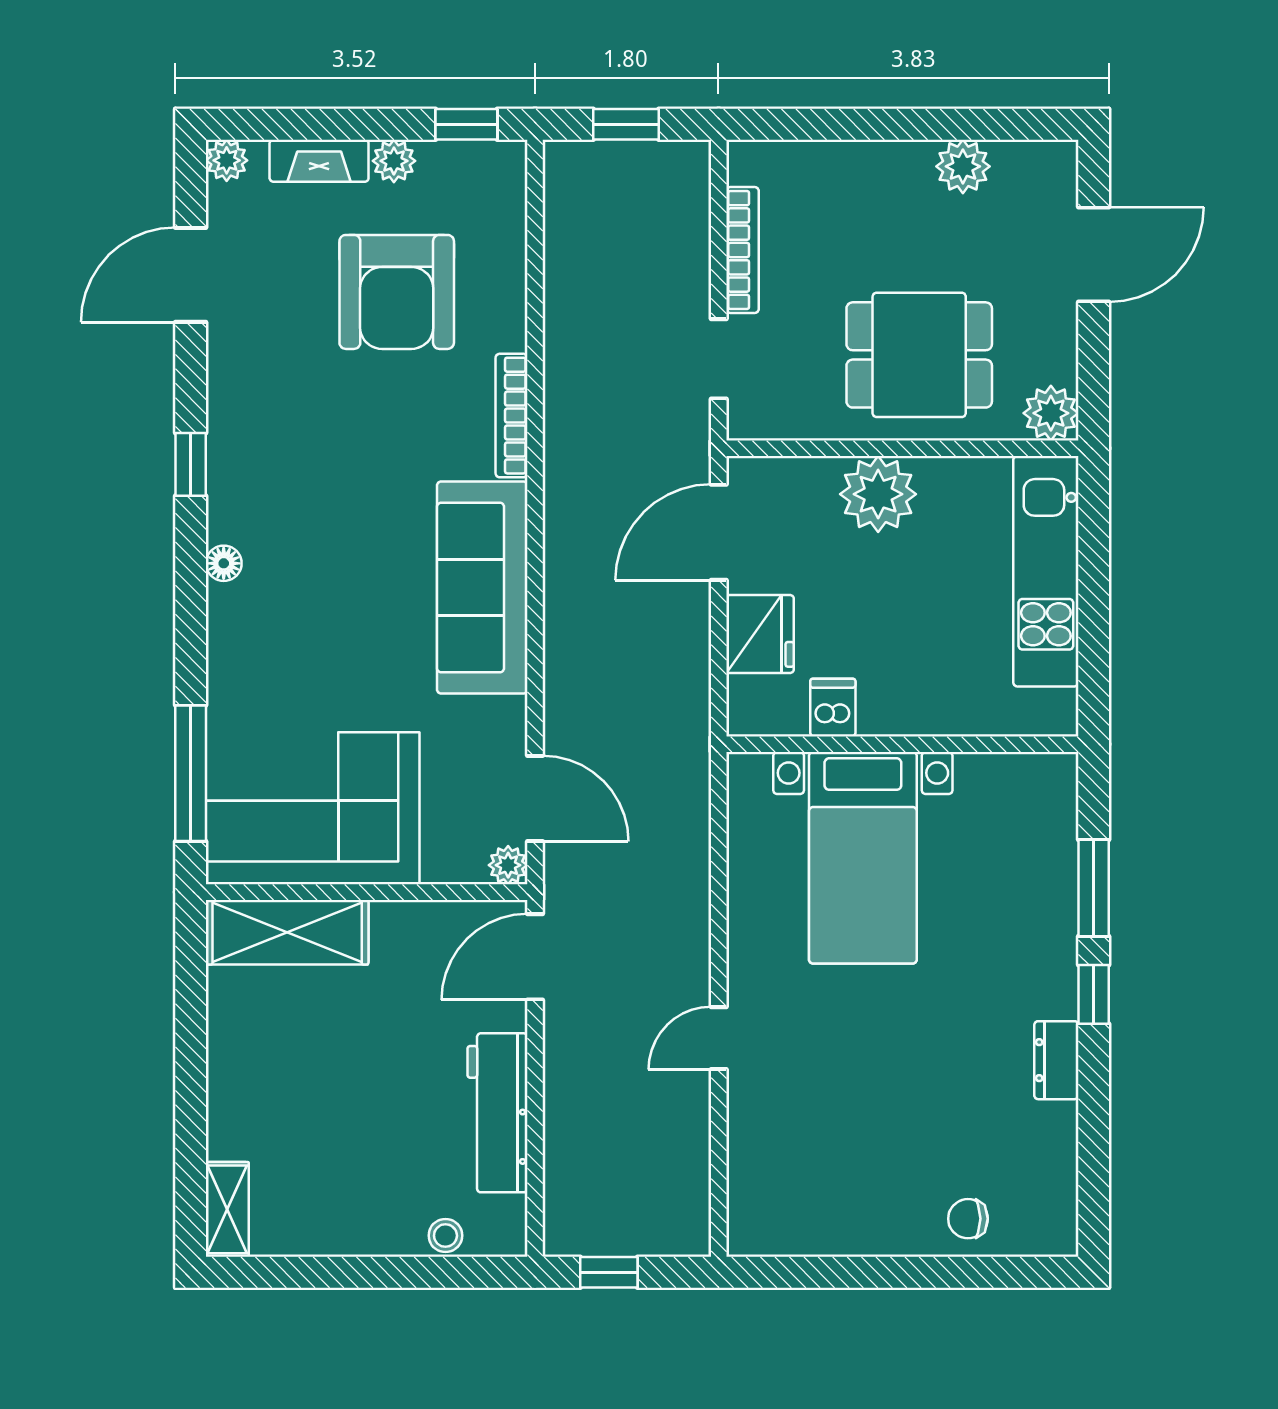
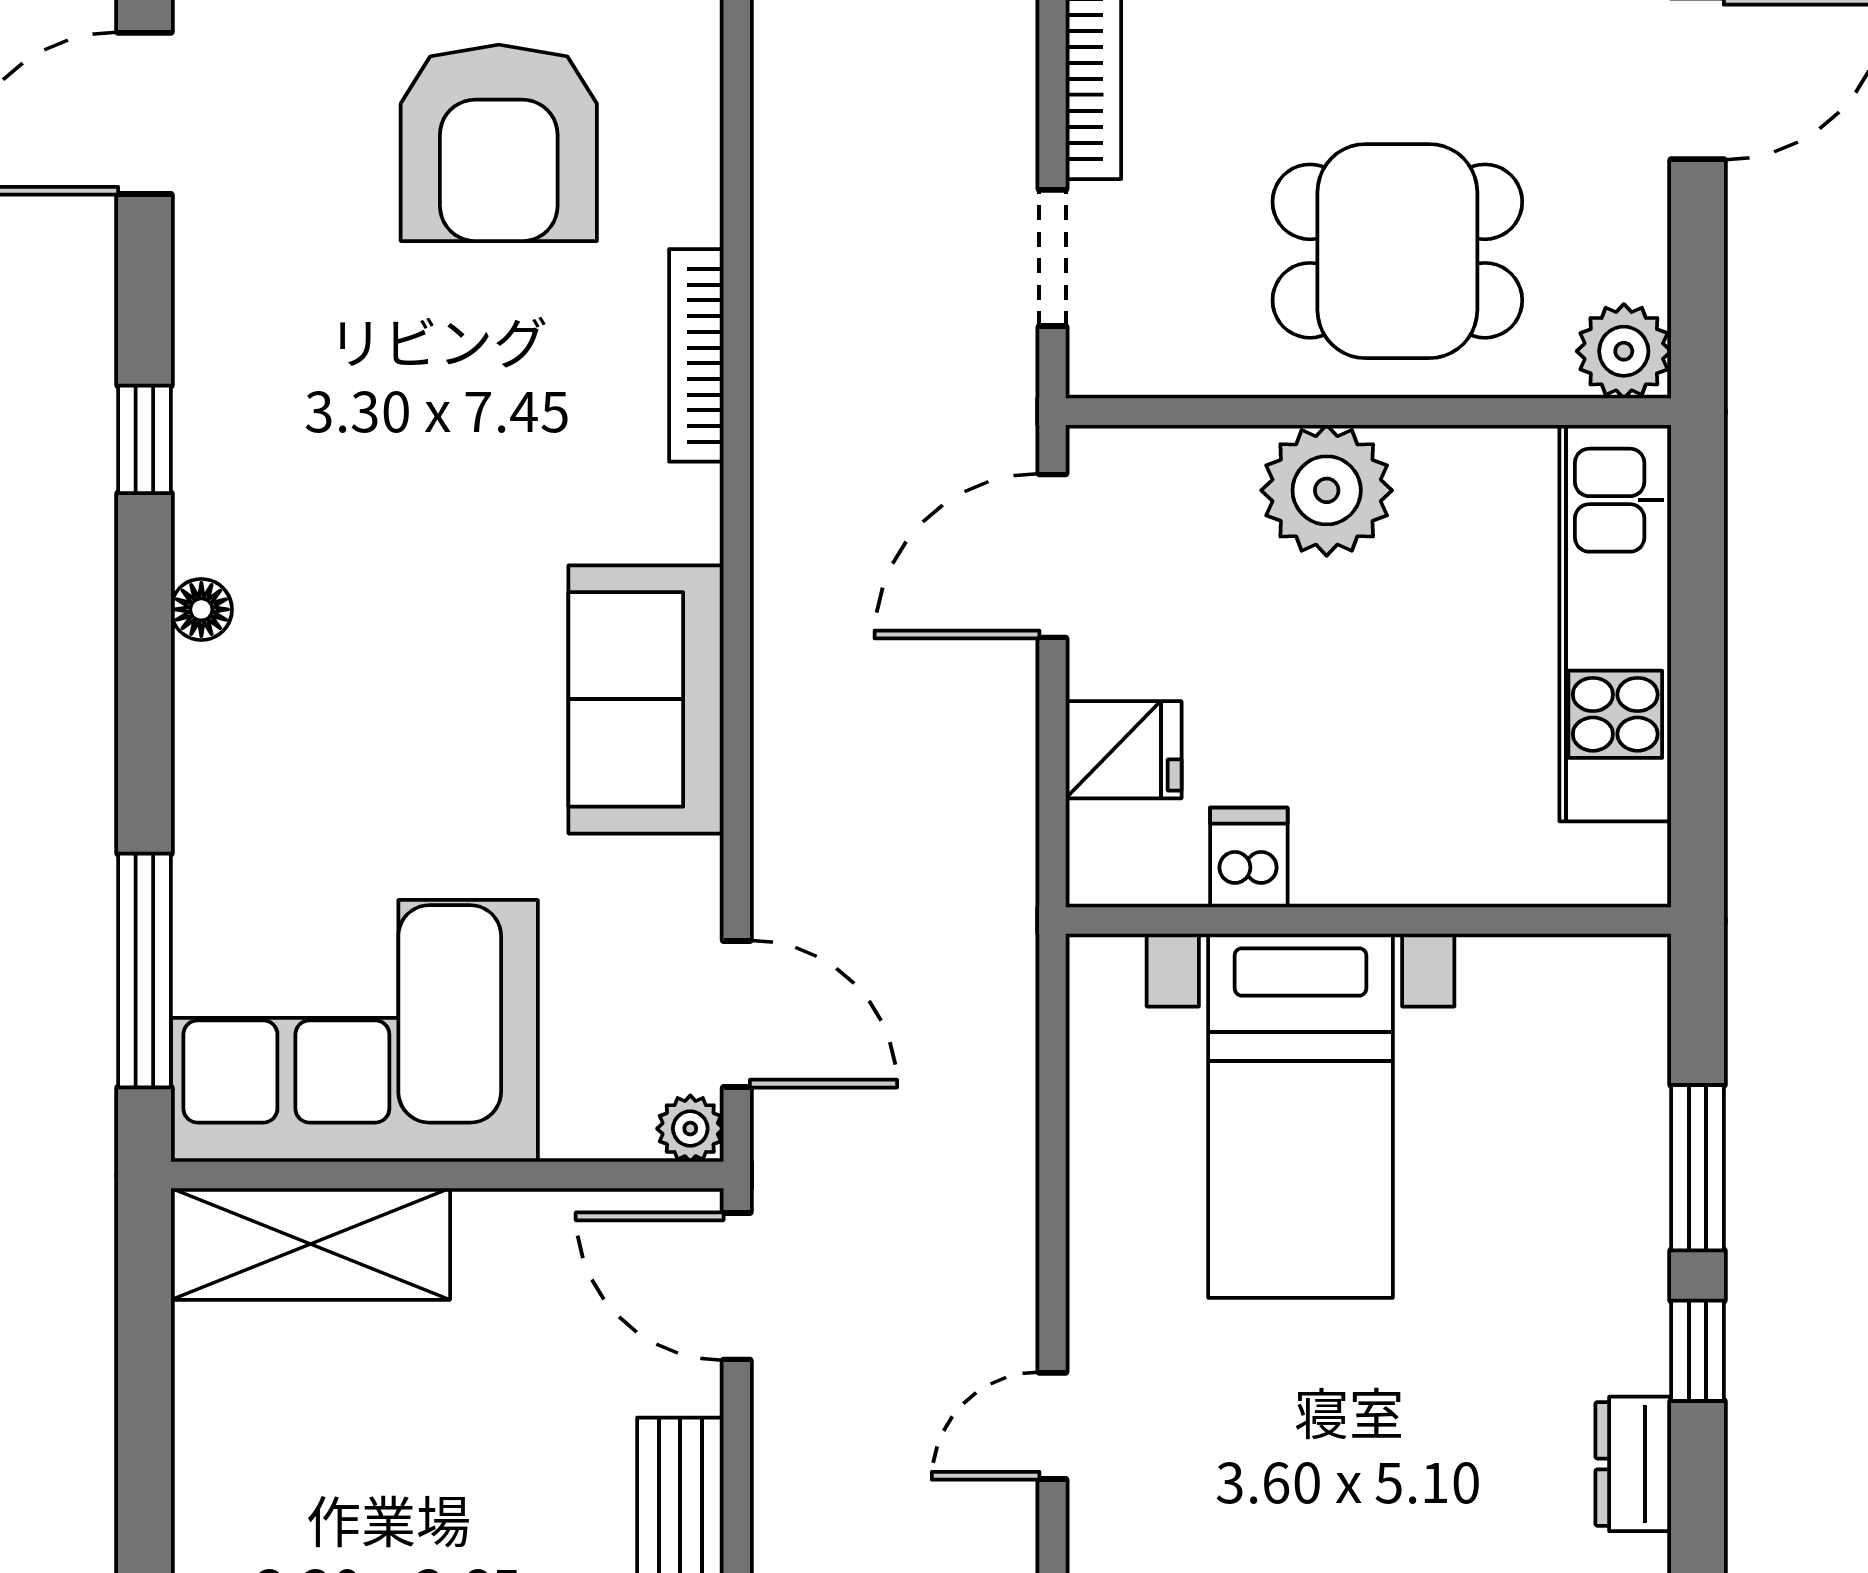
sofa: (482, 588) -> (646, 699), width x0.73
fridge: (760, 634) -> (1124, 750), width x0.72
door: (535, 957) -> (737, 1286), hinge flipped

